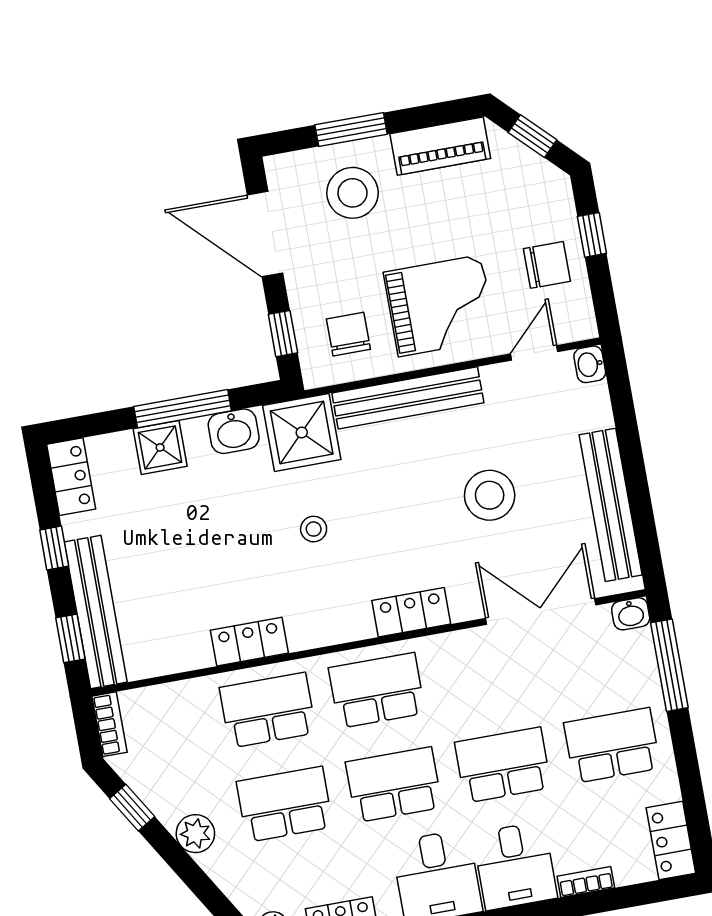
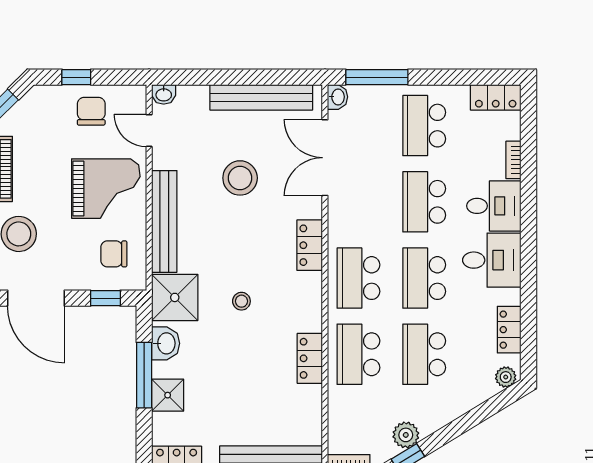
door: (265, 234) -> (36, 298), hinge flipped
grand piano: (440, 306) -> (106, 189), turned 90
plant: (195, 834) -> (406, 435), moved

